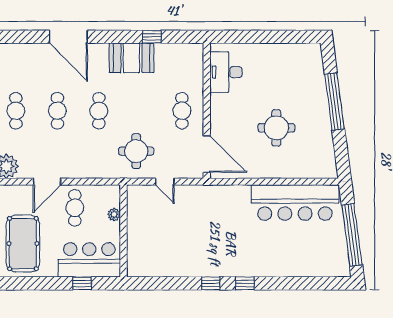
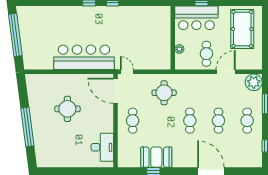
booth: (131, 58) -> (156, 157), moved
door: (165, 182) -> (127, 72), moved
bar counter: (295, 203) -> (84, 57), moved

